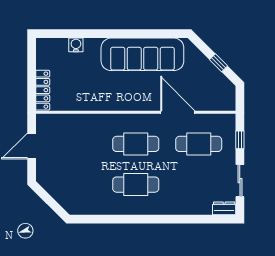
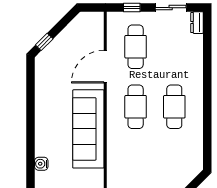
sofa: (142, 54) -> (88, 129), moved, turned 180
window: (219, 63) -> (44, 42), moved

